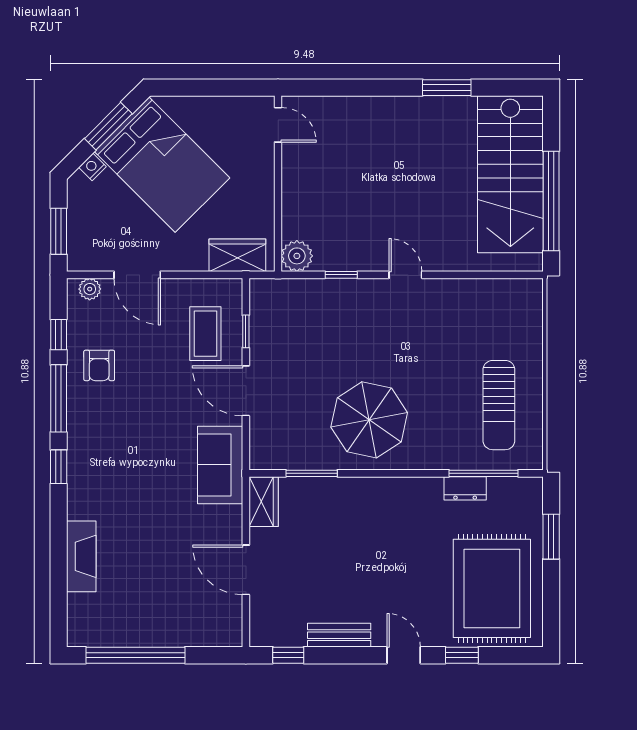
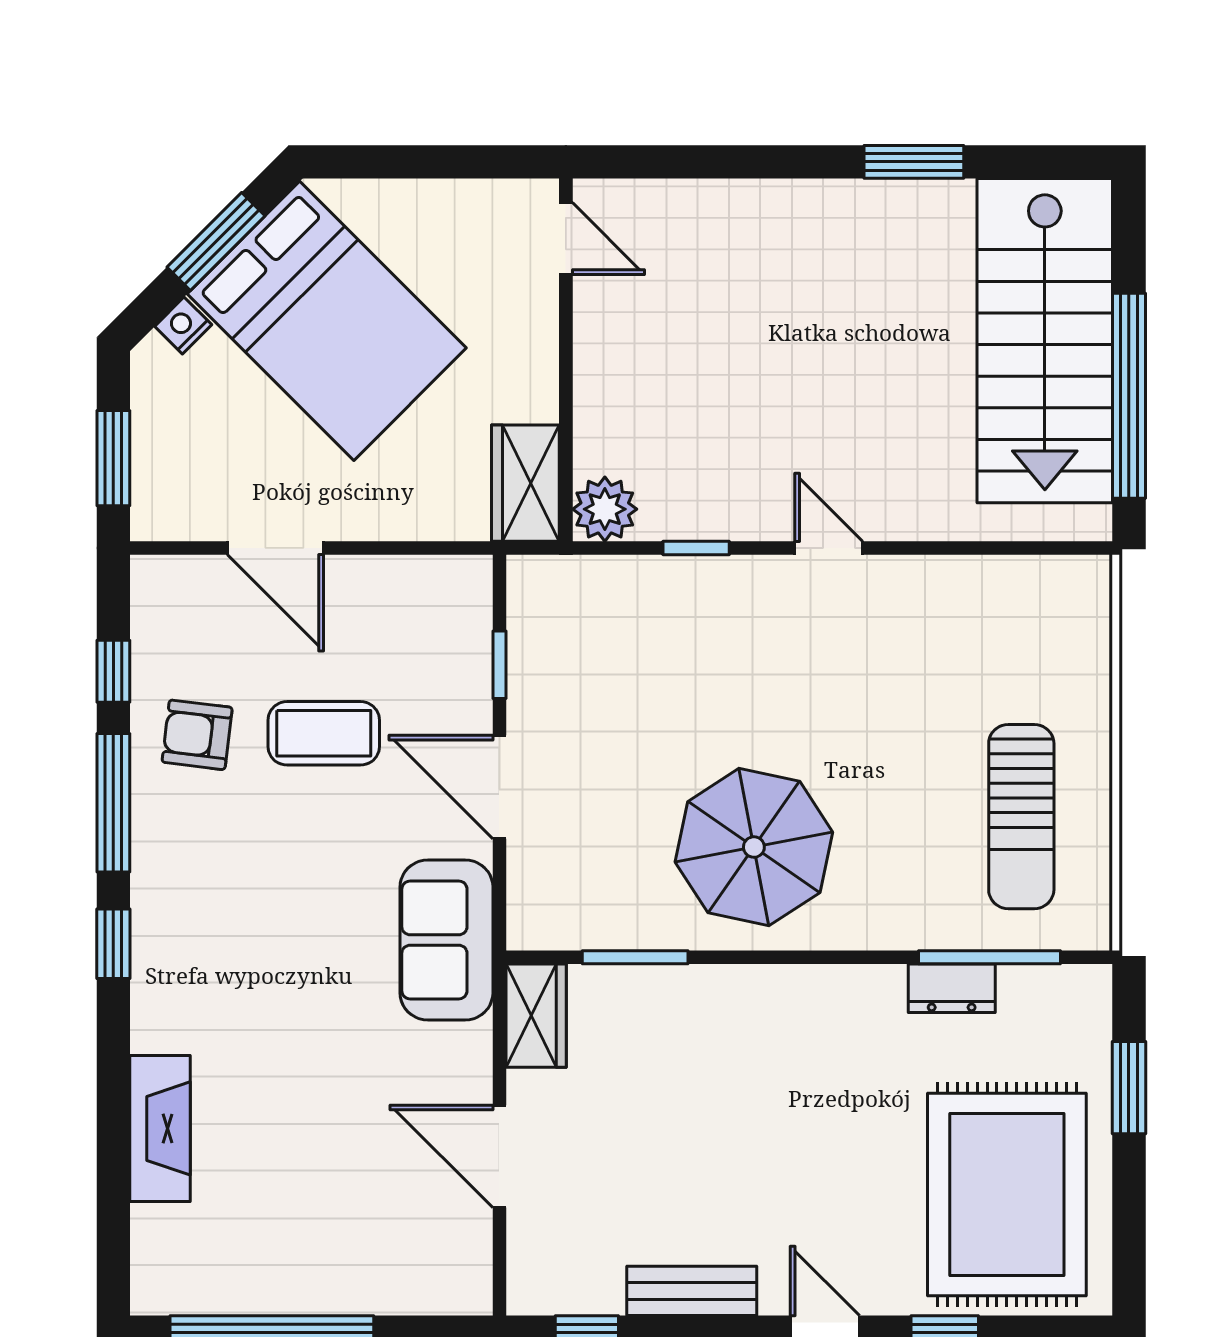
wardrobe: (237, 255) -> (525, 483), moved, turned -90
plant: (90, 289) -> (178, 577), removed
coffee table: (205, 334) -> (324, 733), moved, turned 90
armchair: (99, 365) -> (197, 735), turned 97

